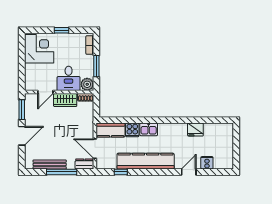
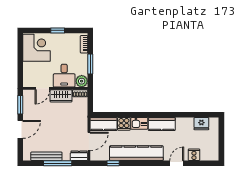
kitchen counter: (173, 130) -> (162, 124), added
fridge: (195, 130) -> (201, 124), moved
door: (95, 149) -> (89, 141), swing flipped

